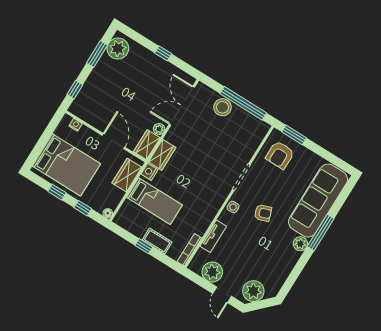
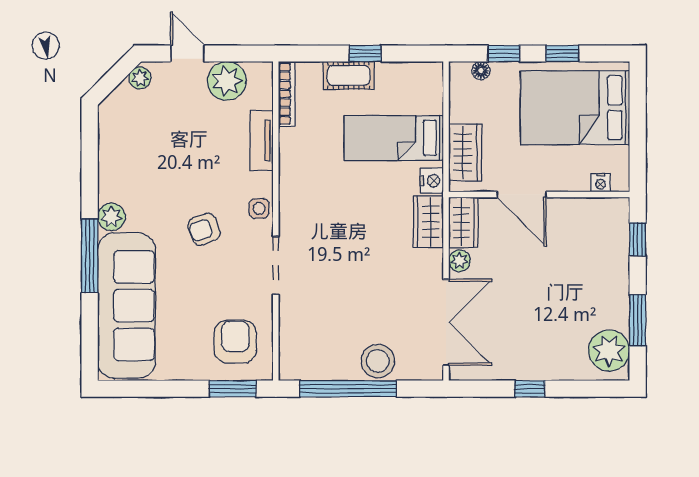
floor lamp: (108, 213) -> (481, 71), moved
plant: (253, 291) -> (140, 78), width x0.53, depth x0.53

